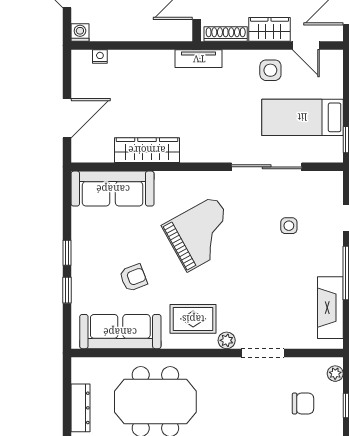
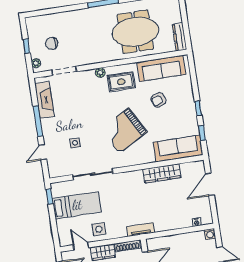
window: (67, 290) -> (202, 133), moved
doorway: (263, 353) -> (64, 71), moved
dresser: (81, 408) -> (179, 37), moved

